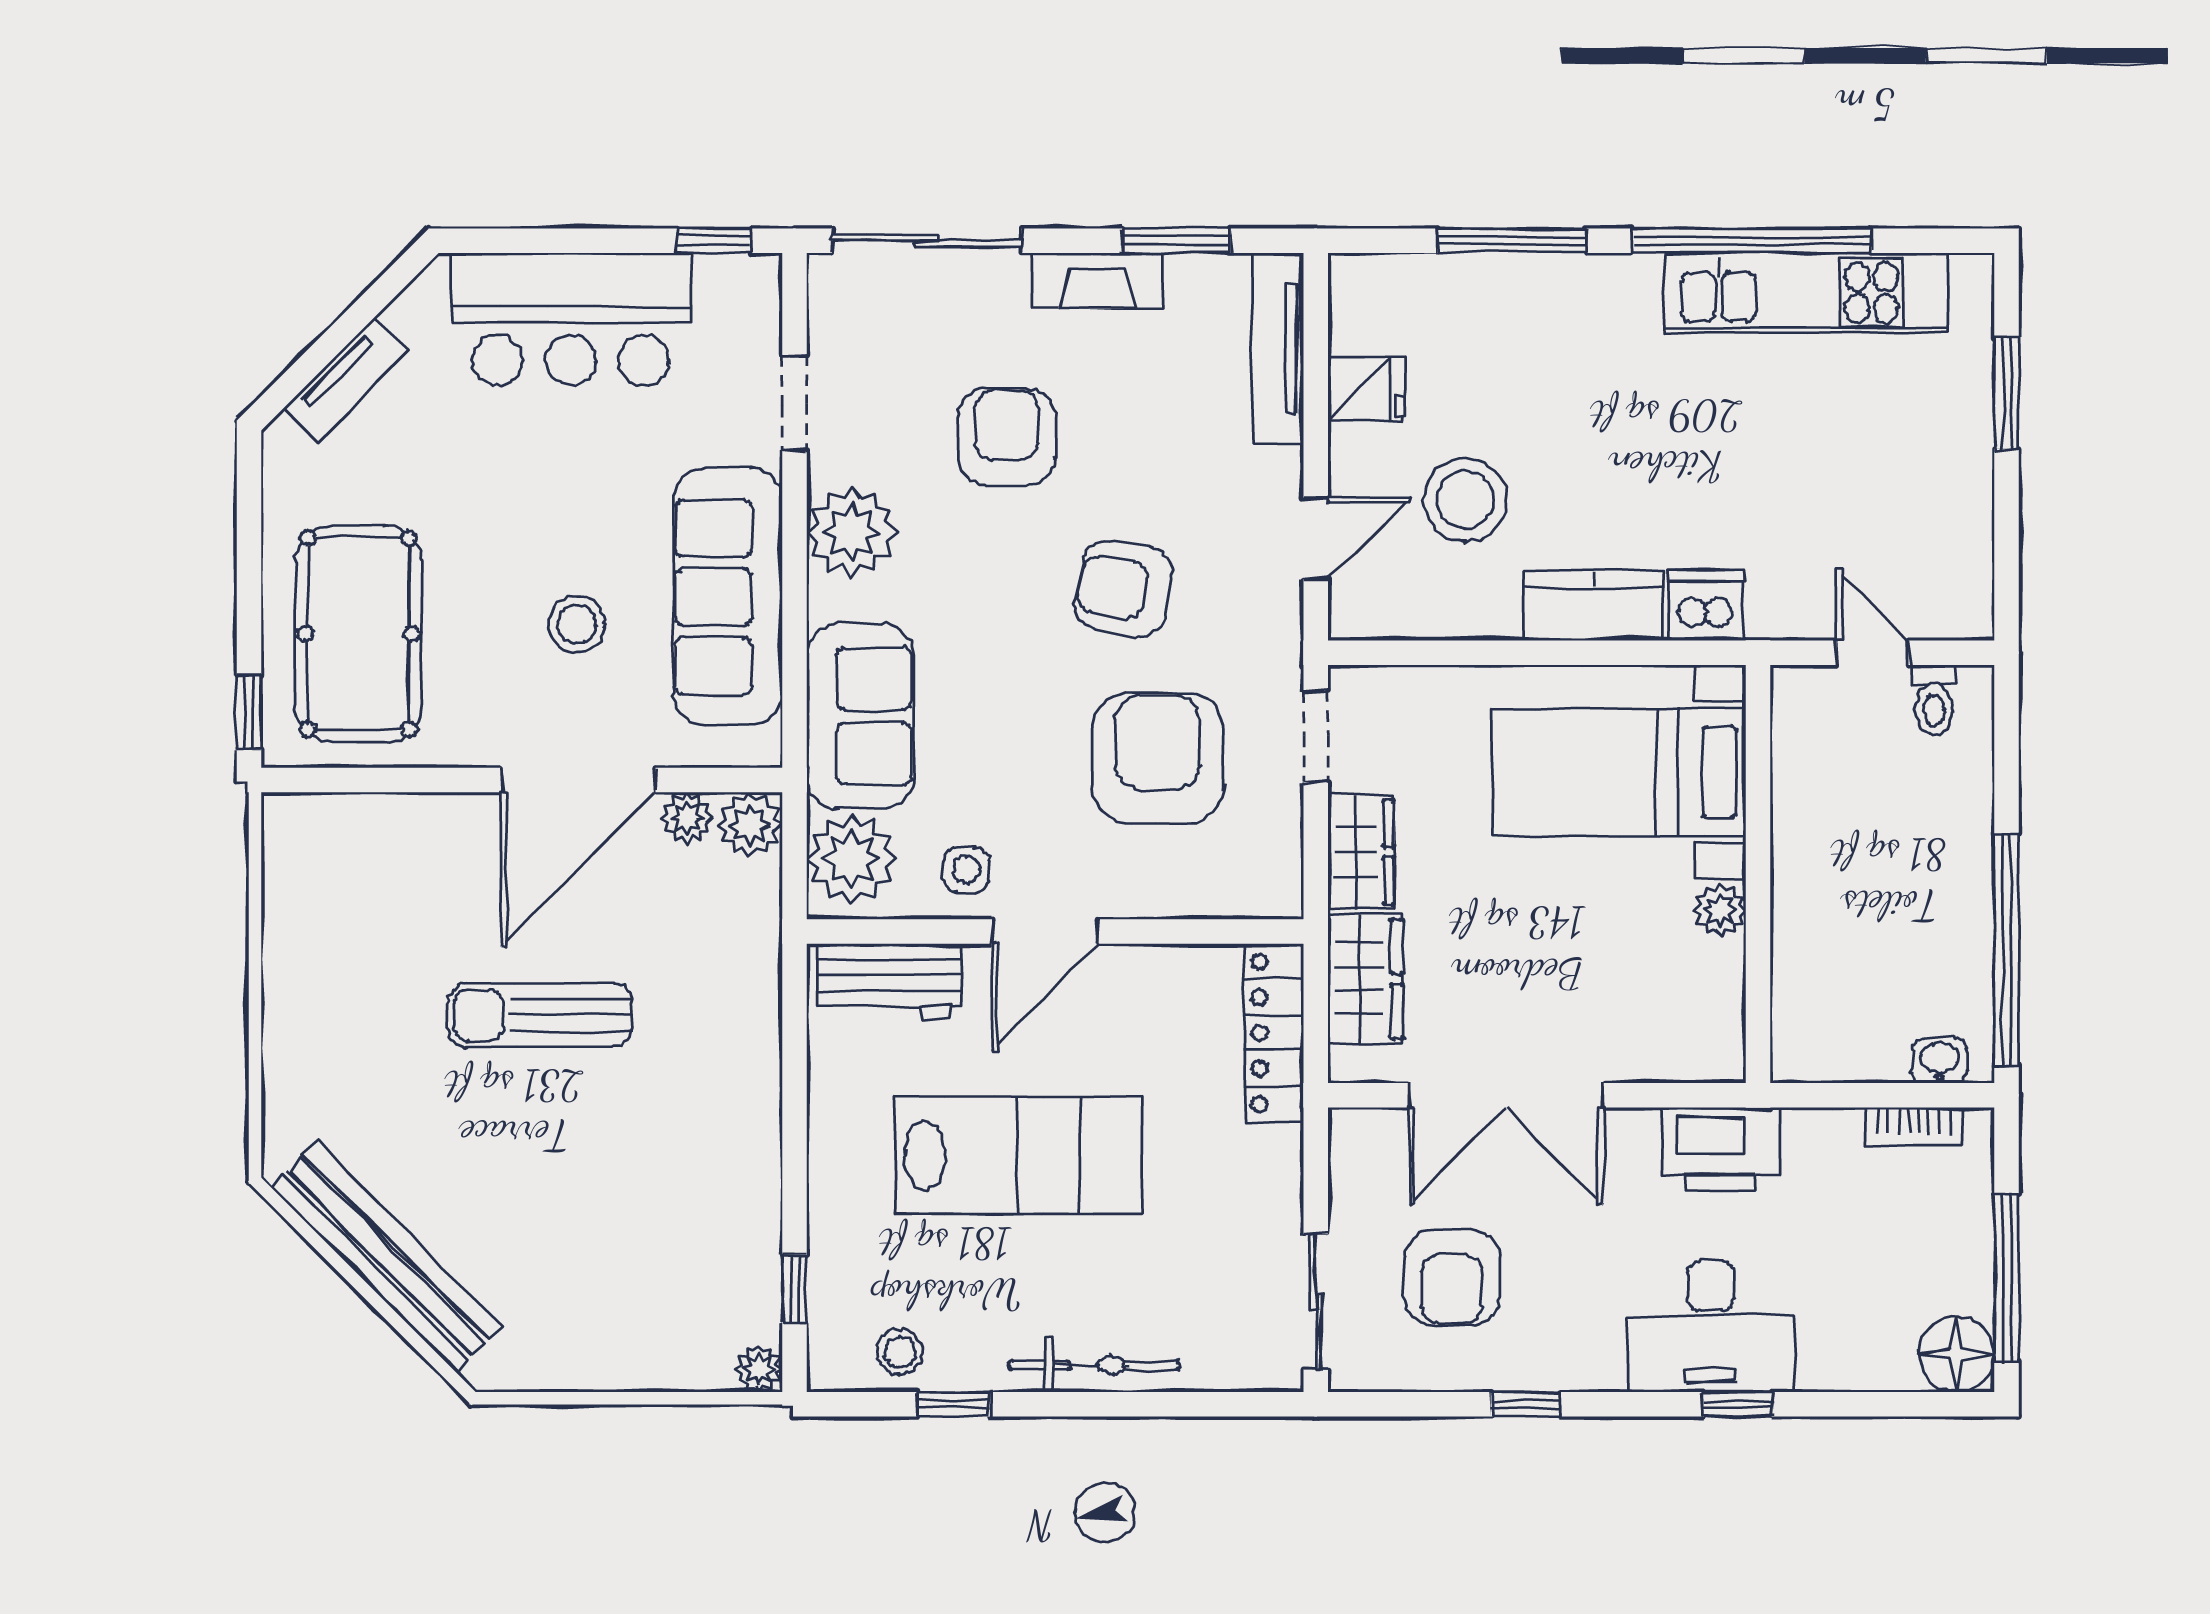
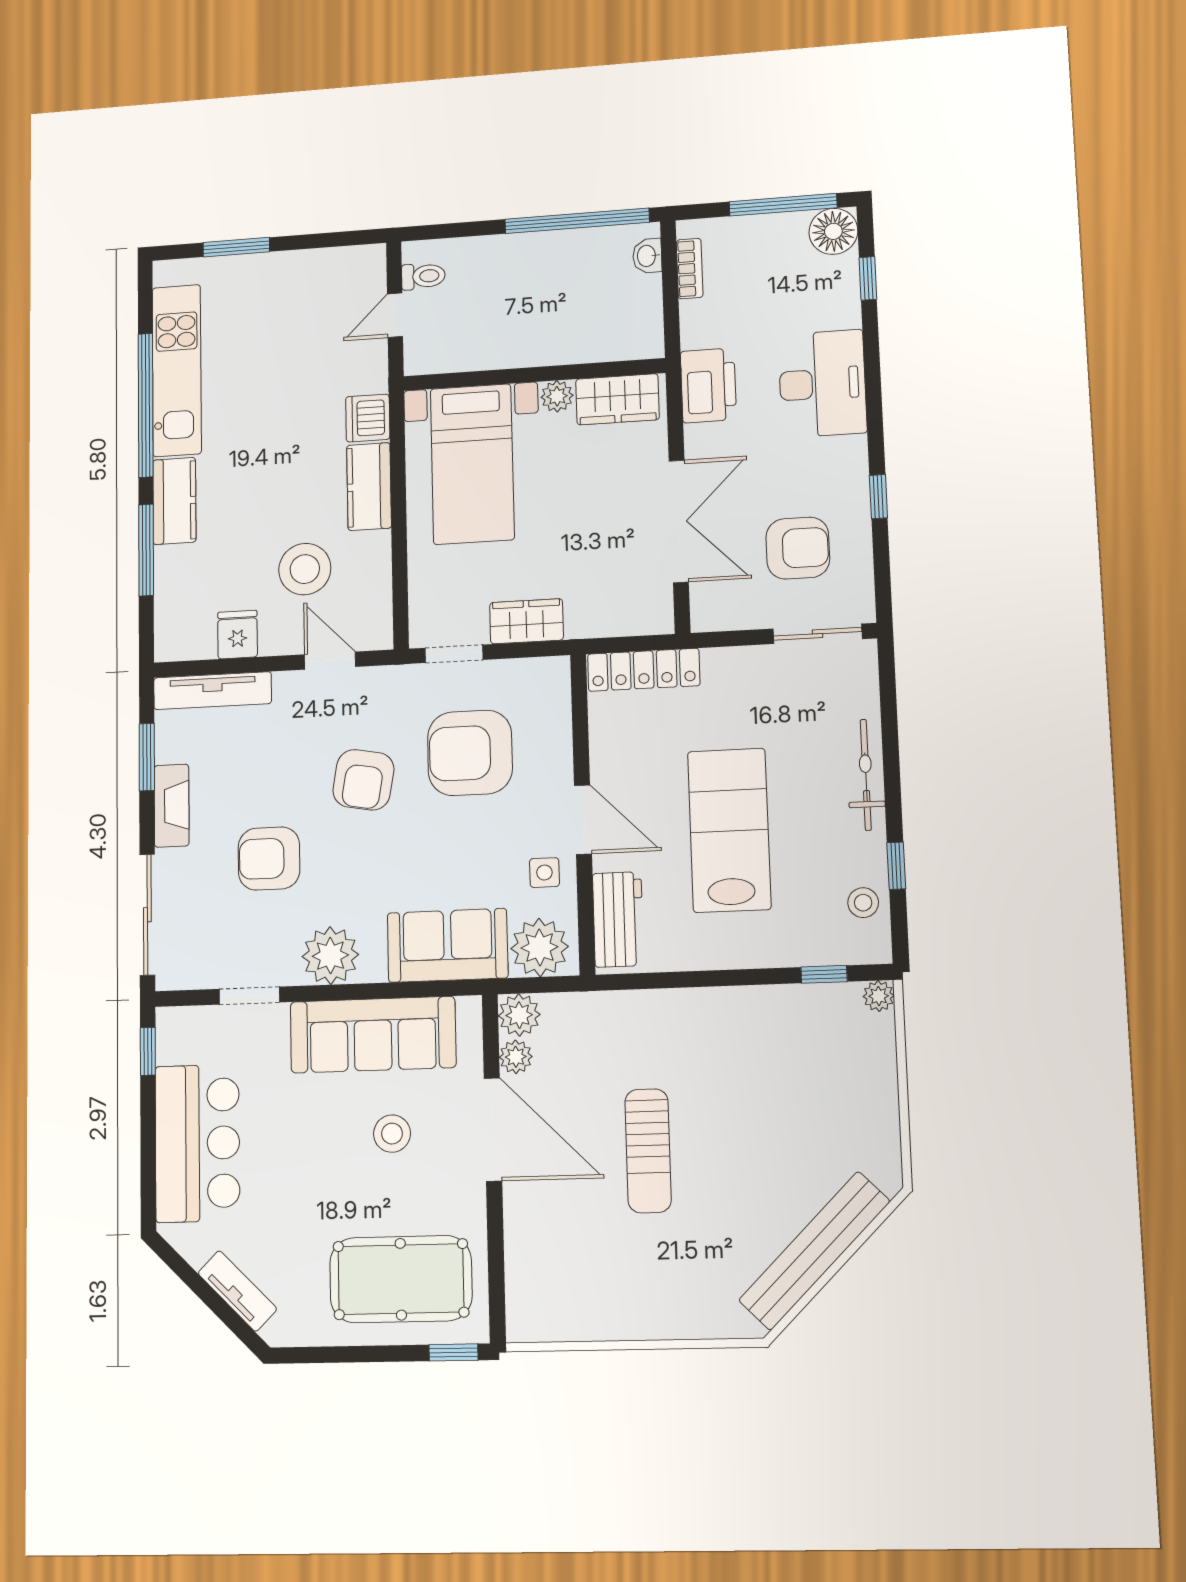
kitchen counter: (1590, 288) -> (174, 501), added
wardrobe: (1365, 979) -> (617, 399), moved, turned 180
window: (1738, 1404) -> (868, 278), moved

